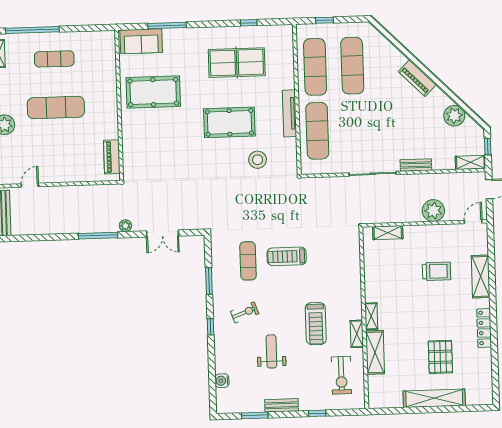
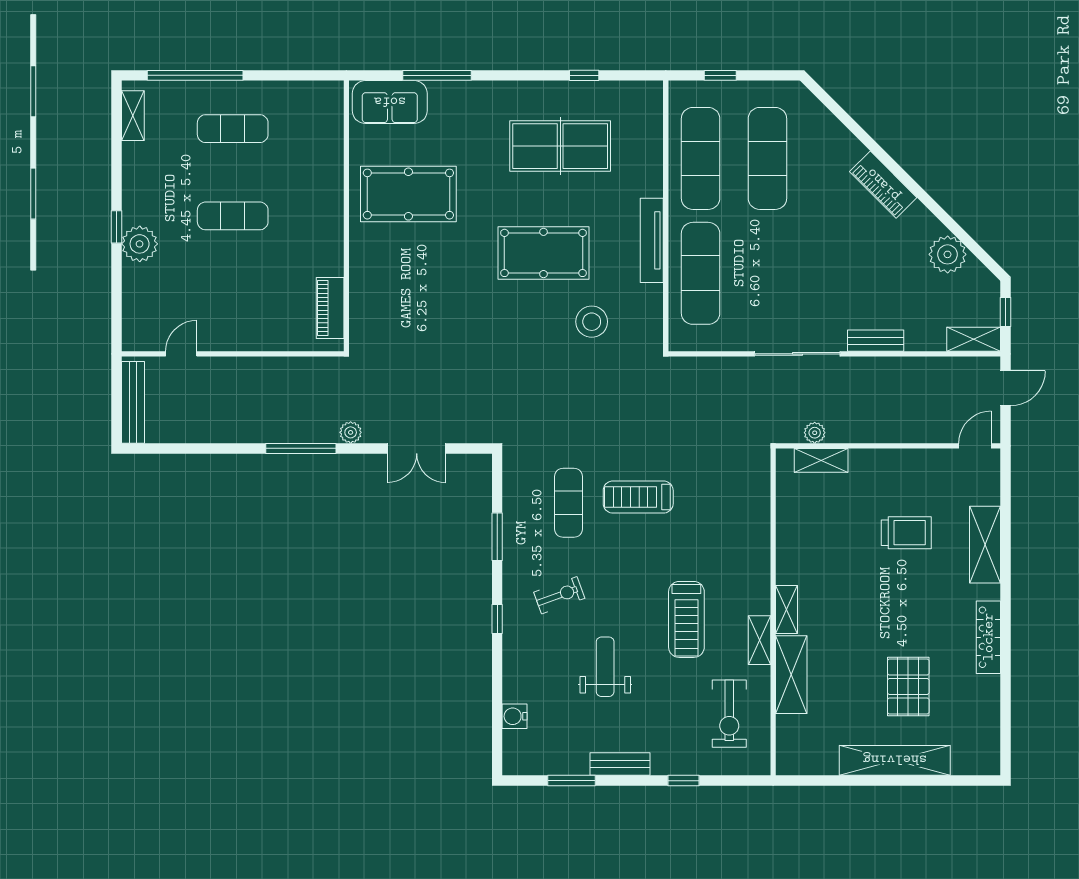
exercise mat: (56, 107) -> (233, 216), width x0.73, depth x0.69
plant: (433, 211) -> (815, 433), moved, width x0.53, depth x0.53

